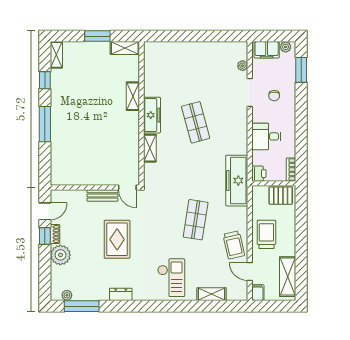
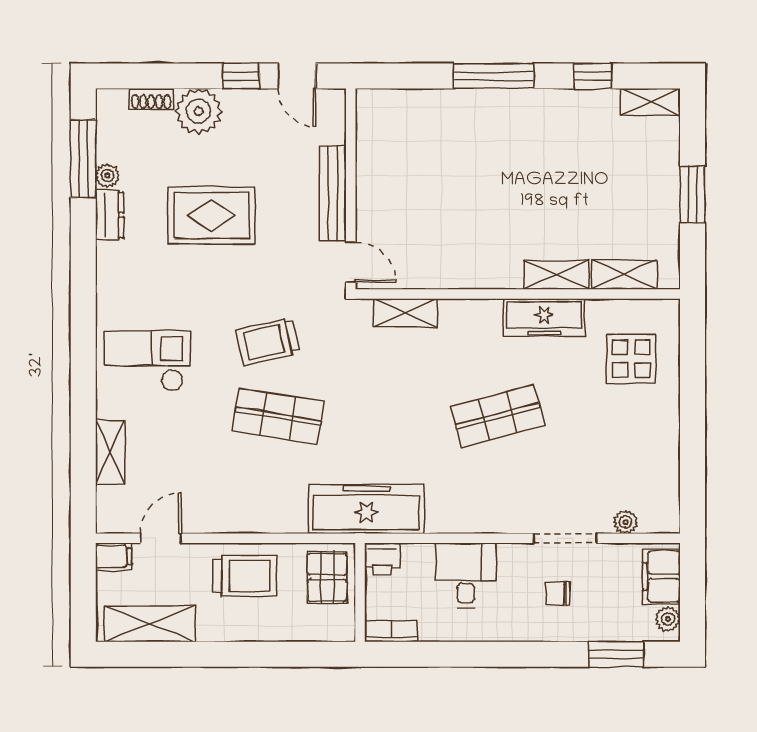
shelving: (125, 48) -> (624, 275), moved, turned 90
display table: (170, 63) -> (631, 359), added
freezer: (152, 115) -> (544, 317), moved
shelving: (150, 148) -> (405, 313), moved
door: (127, 187) -> (351, 262), swing flipped
bench: (102, 195) -> (333, 193), width x1.36
pallet: (281, 196) -> (327, 577), moved
shoe rack: (55, 234) -> (151, 99), moved
rug: (117, 239) -> (211, 215), moved
trolley: (234, 245) -> (268, 341), moved
checkout: (171, 278) -> (147, 361), turned 180
dresser: (121, 294) -> (110, 215), moved
plant: (67, 295) -> (107, 176), moved

